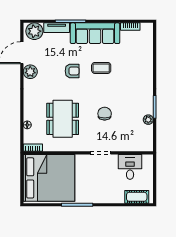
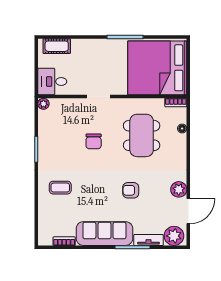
coffee table: (101, 68) -> (60, 188), moved
plant: (148, 120) -> (43, 104), moved
desk: (130, 167) -> (52, 82), moved, turned 90

